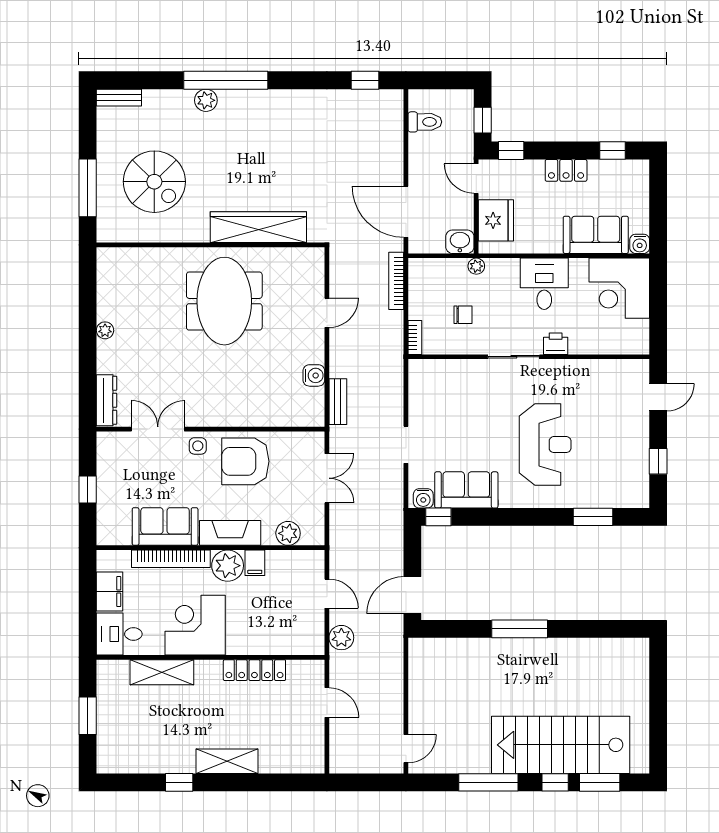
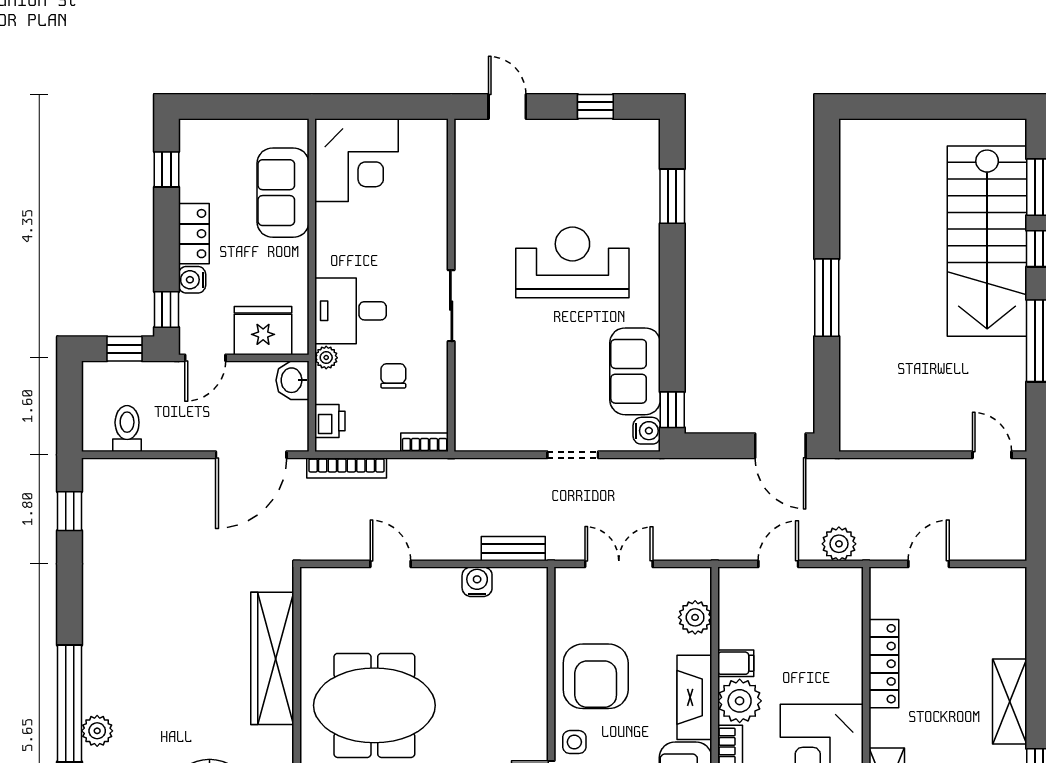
water cooler: (640, 244) -> (192, 280), moved, turned 180
desk: (544, 284) -> (350, 311), moved
printer: (556, 344) -> (330, 421), moved, turned 180

